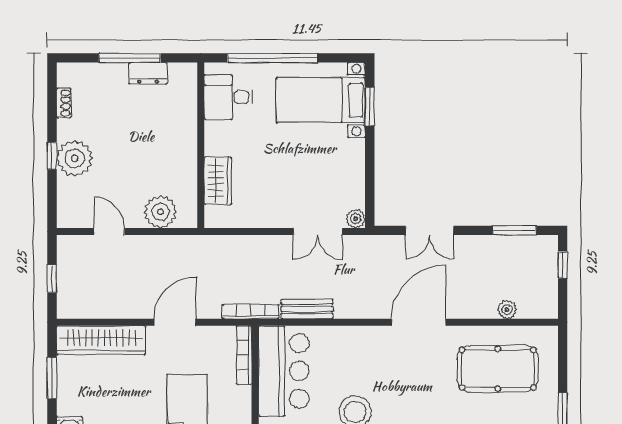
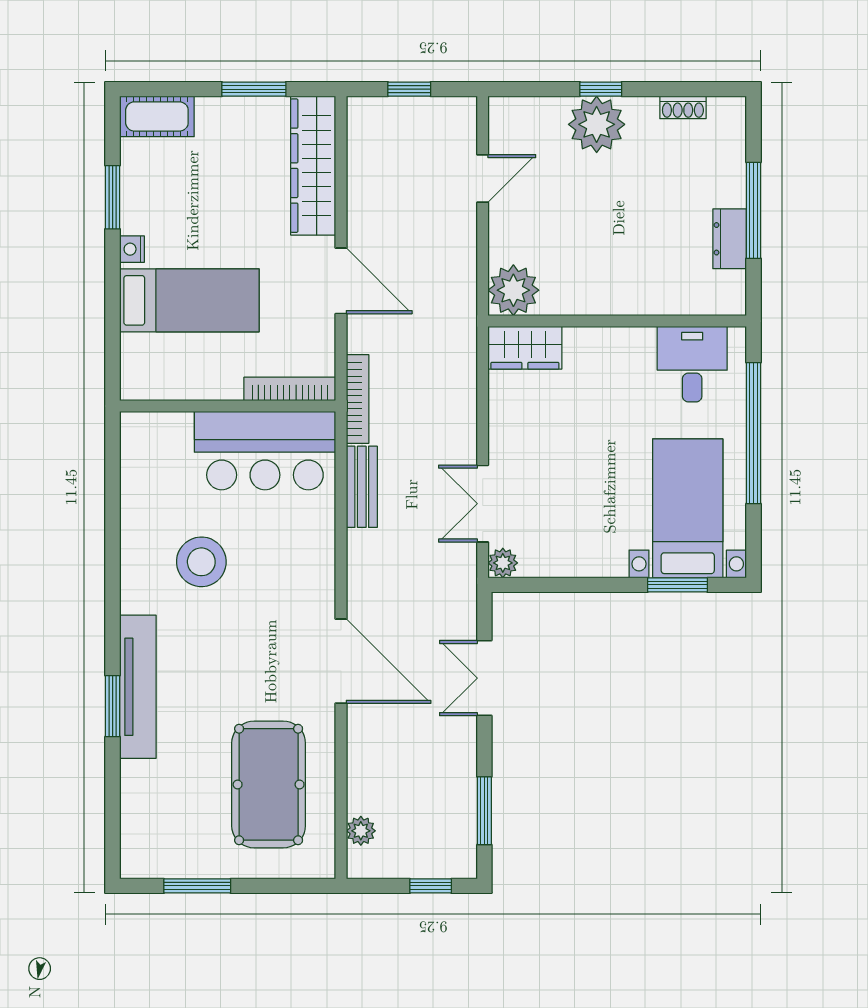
wardrobe: (218, 181) -> (525, 348), moved
plant: (161, 212) -> (513, 290), moved
plant: (507, 310) -> (361, 831), moved

